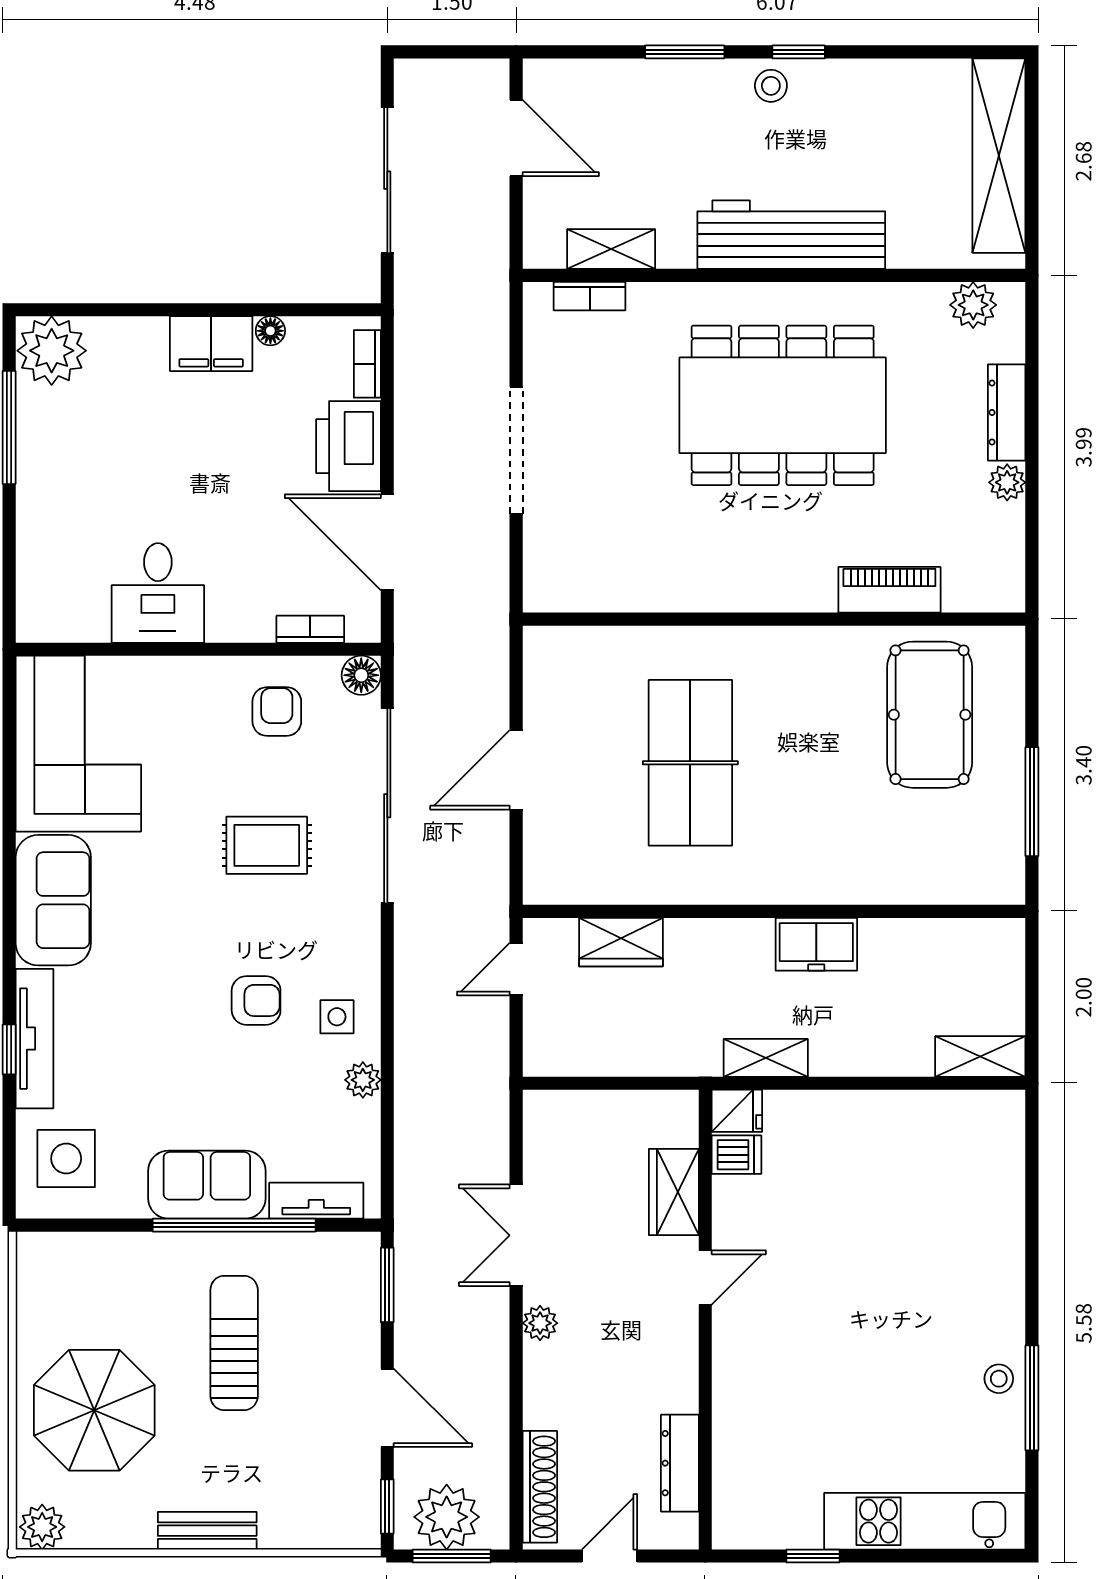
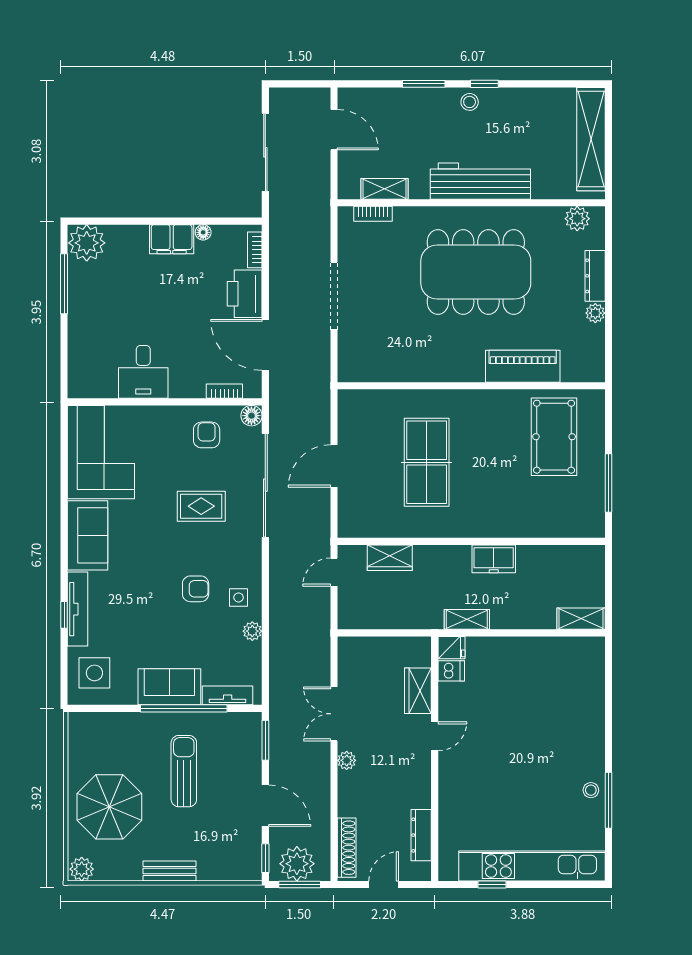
piano: (889, 590) -> (523, 366), width x1.37, depth x1.33
kitchen unit: (925, 1521) -> (532, 866), width x1.36

